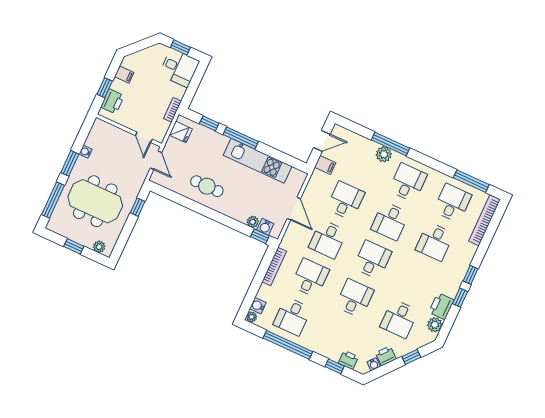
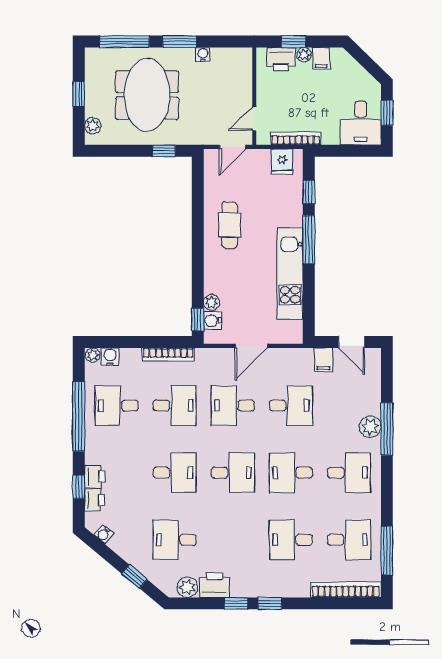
plant: (117, 85) -> (304, 55), added
bookcase: (172, 110) -> (296, 139), width x1.56
printer: (386, 356) -> (95, 476), moved, turned 50

